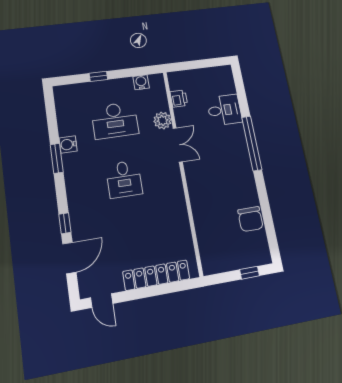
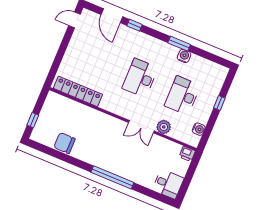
printer: (179, 99) -> (187, 154), moved
desk: (224, 110) -> (168, 184), moved, turned -90
desk: (124, 179) -> (140, 78), width x1.37
locker: (156, 275) -> (78, 91), moved, turned -90

